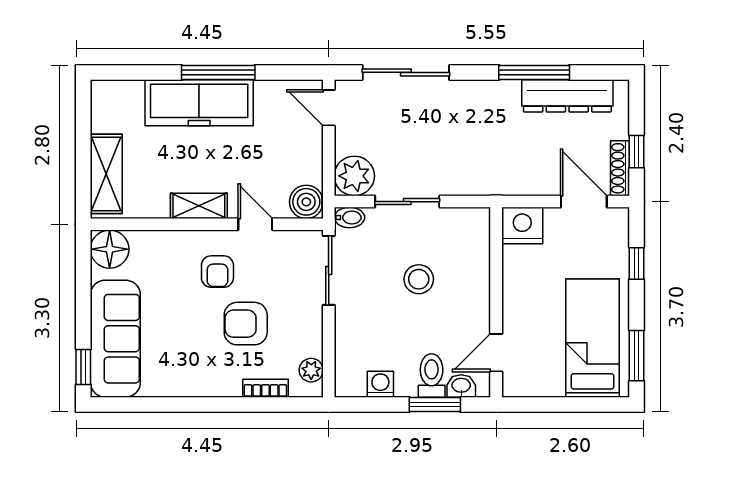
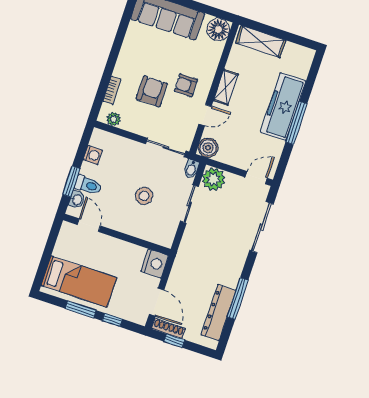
door: (584, 202) -> (157, 302), hinge flipped
window: (637, 356) -> (81, 309), moved

